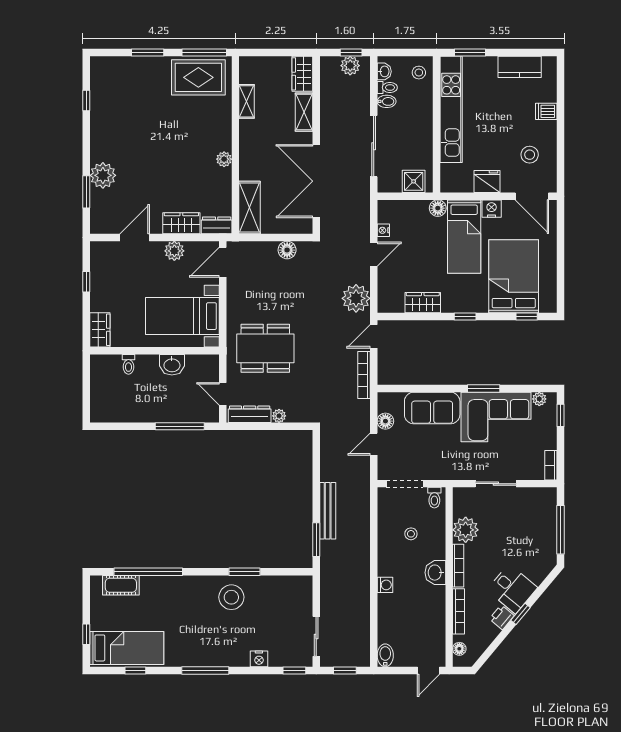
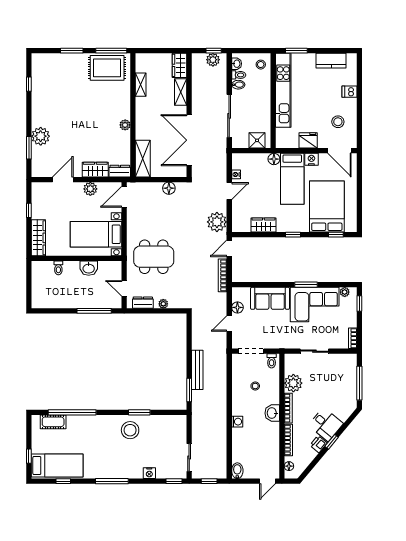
wardrobe: (100, 330) -> (38, 238), width x1.50
dresser: (250, 414) -> (143, 303), width x0.70

